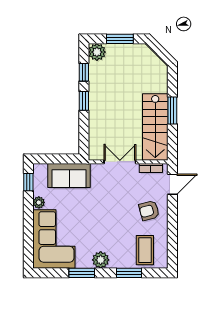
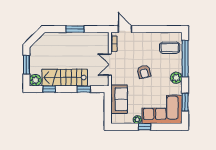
window: (84, 101) -> (84, 89), moved
stairs: (155, 127) -> (65, 78), moved, turned 180
window: (28, 182) -> (145, 127), moved
armchair: (149, 211) -> (144, 72), moved
window: (82, 273) -> (185, 102), moved
window: (129, 273) -> (185, 58), width x2.11

